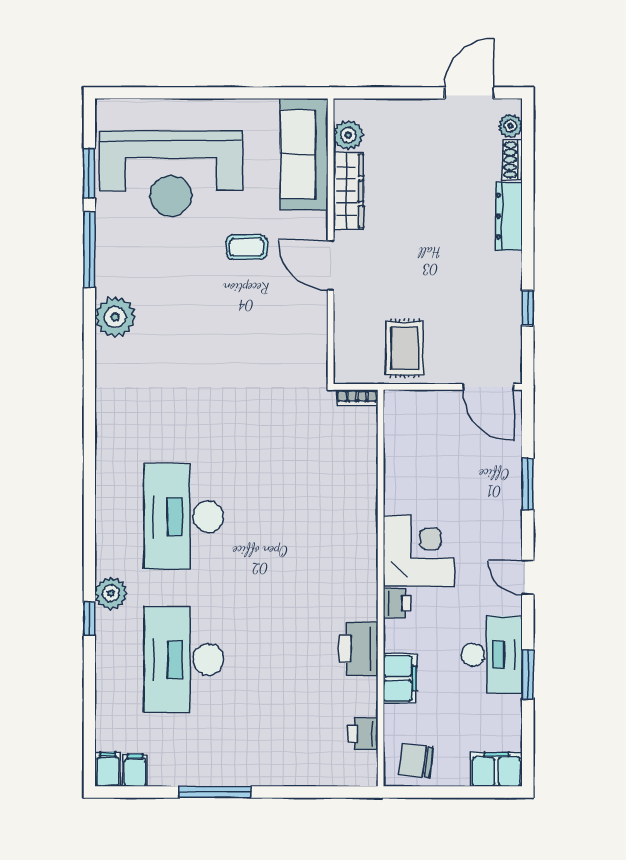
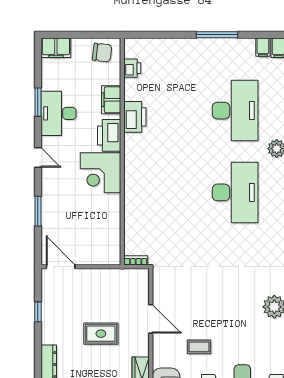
door: (331, 265) -> (151, 319), moved
rug: (405, 348) -> (101, 334), moved, turned 90
printer: (397, 603) -> (109, 135), width x1.87, depth x1.48

